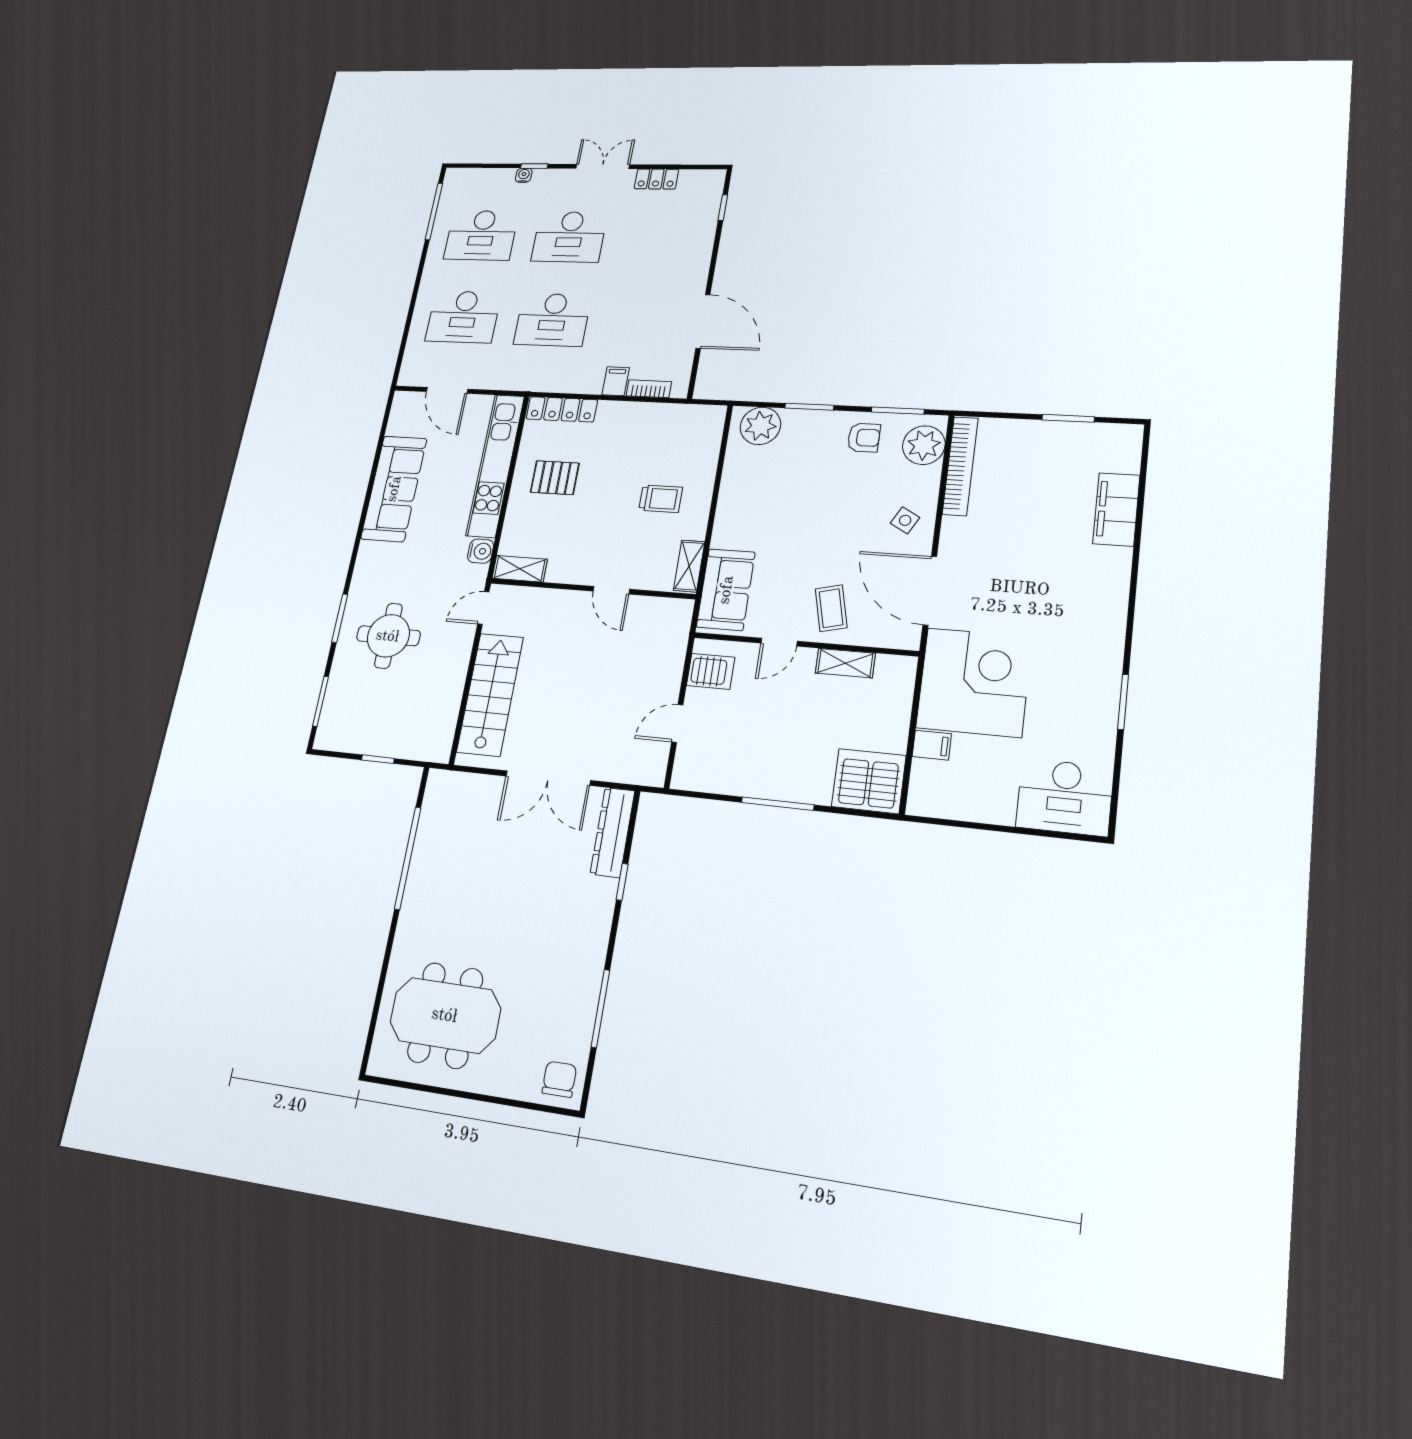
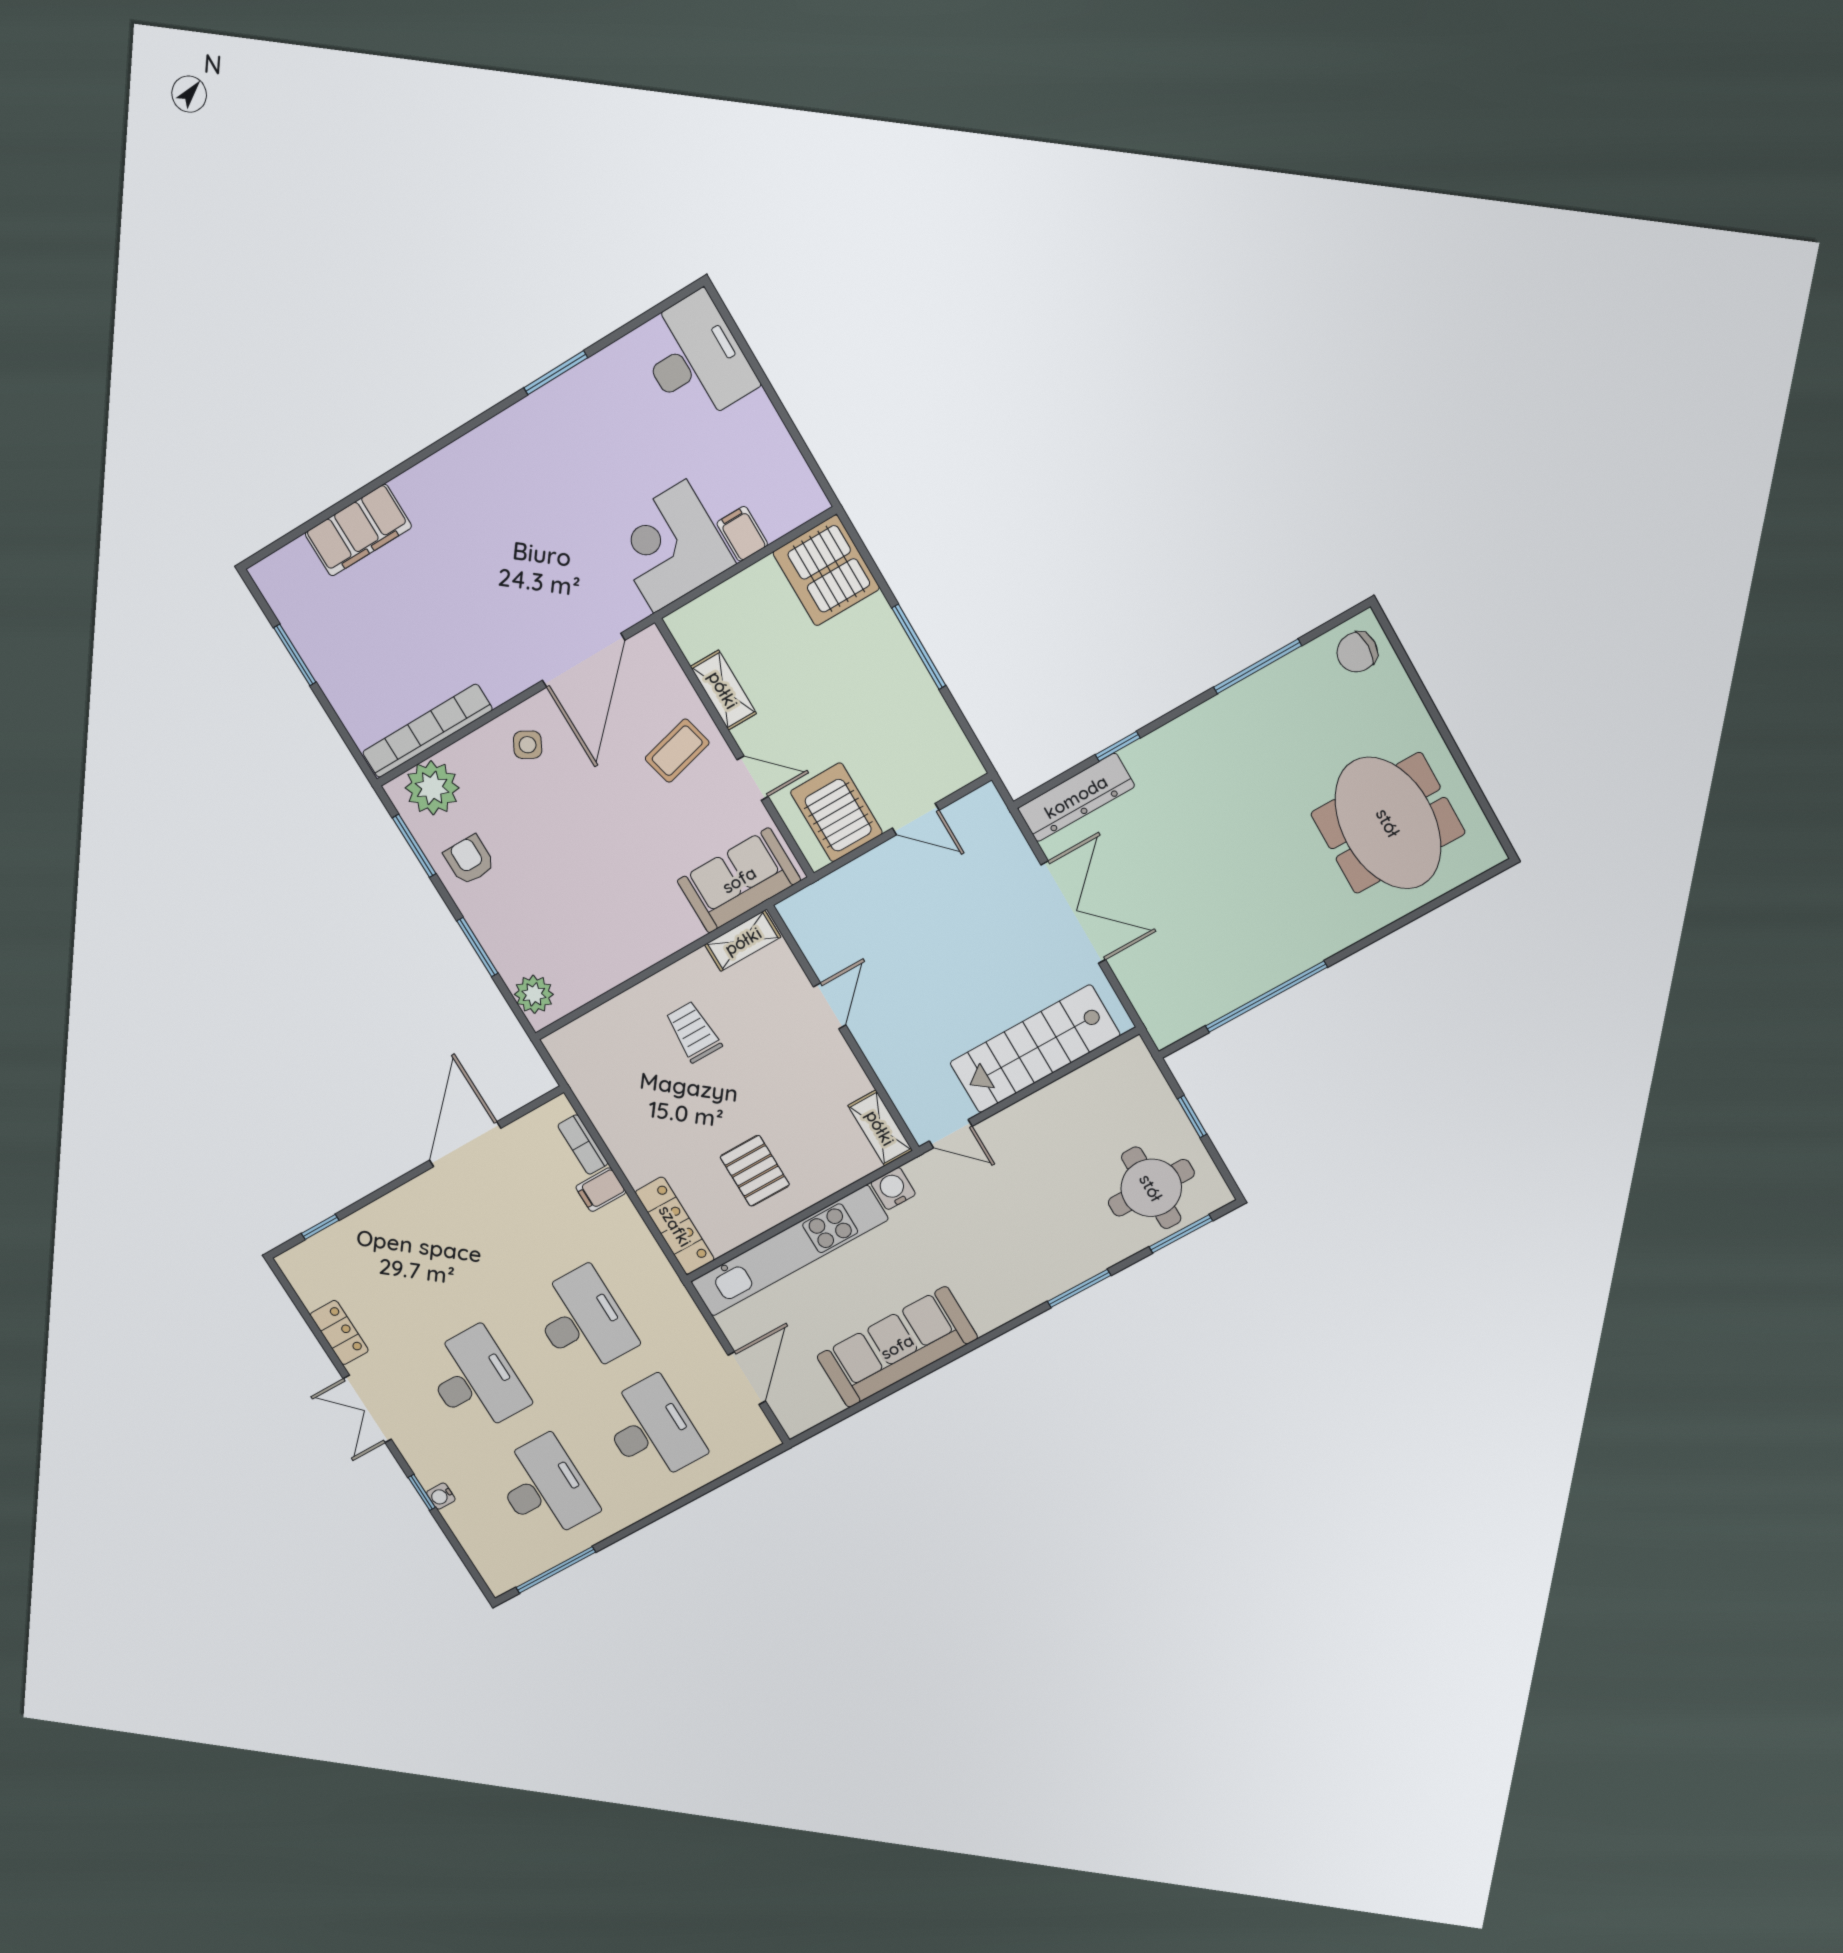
plant: (760, 426) -> (534, 994), width x0.73, depth x0.73
round table: (388, 636) -> (1151, 1188), moved
server rack: (711, 671) -> (836, 812), width x1.36, depth x1.44
corner desk: (974, 682) -> (670, 547), width x0.74, depth x0.74

